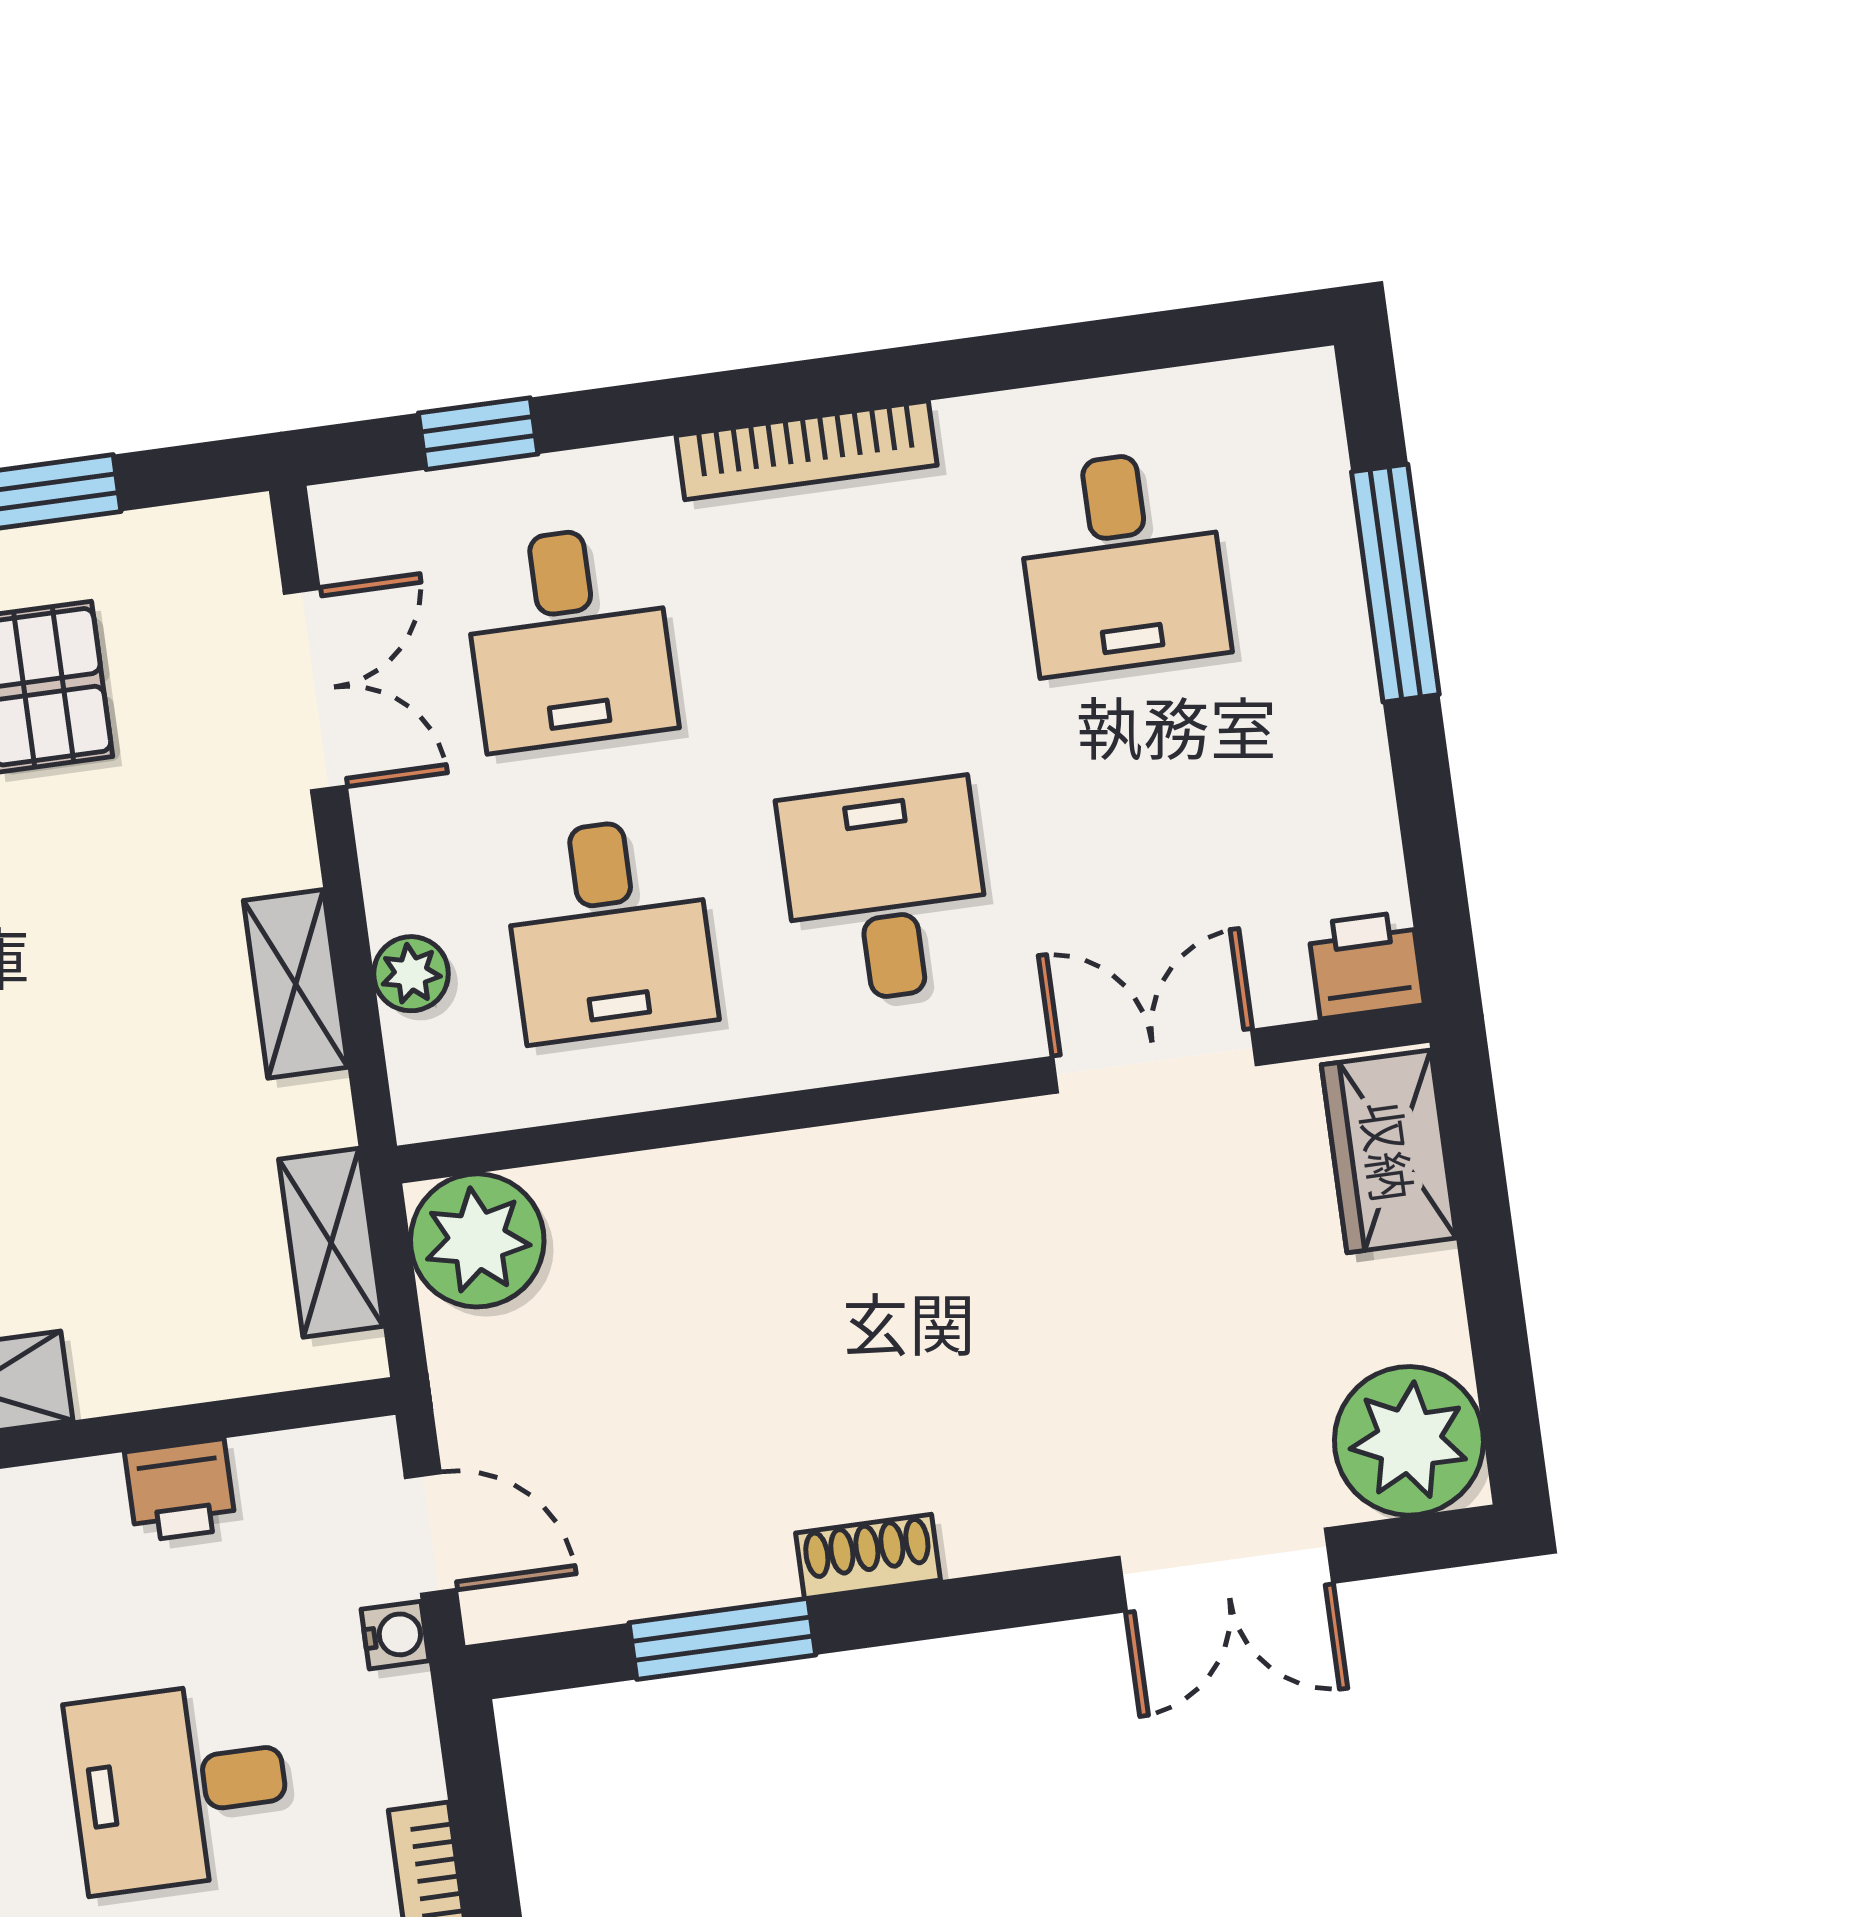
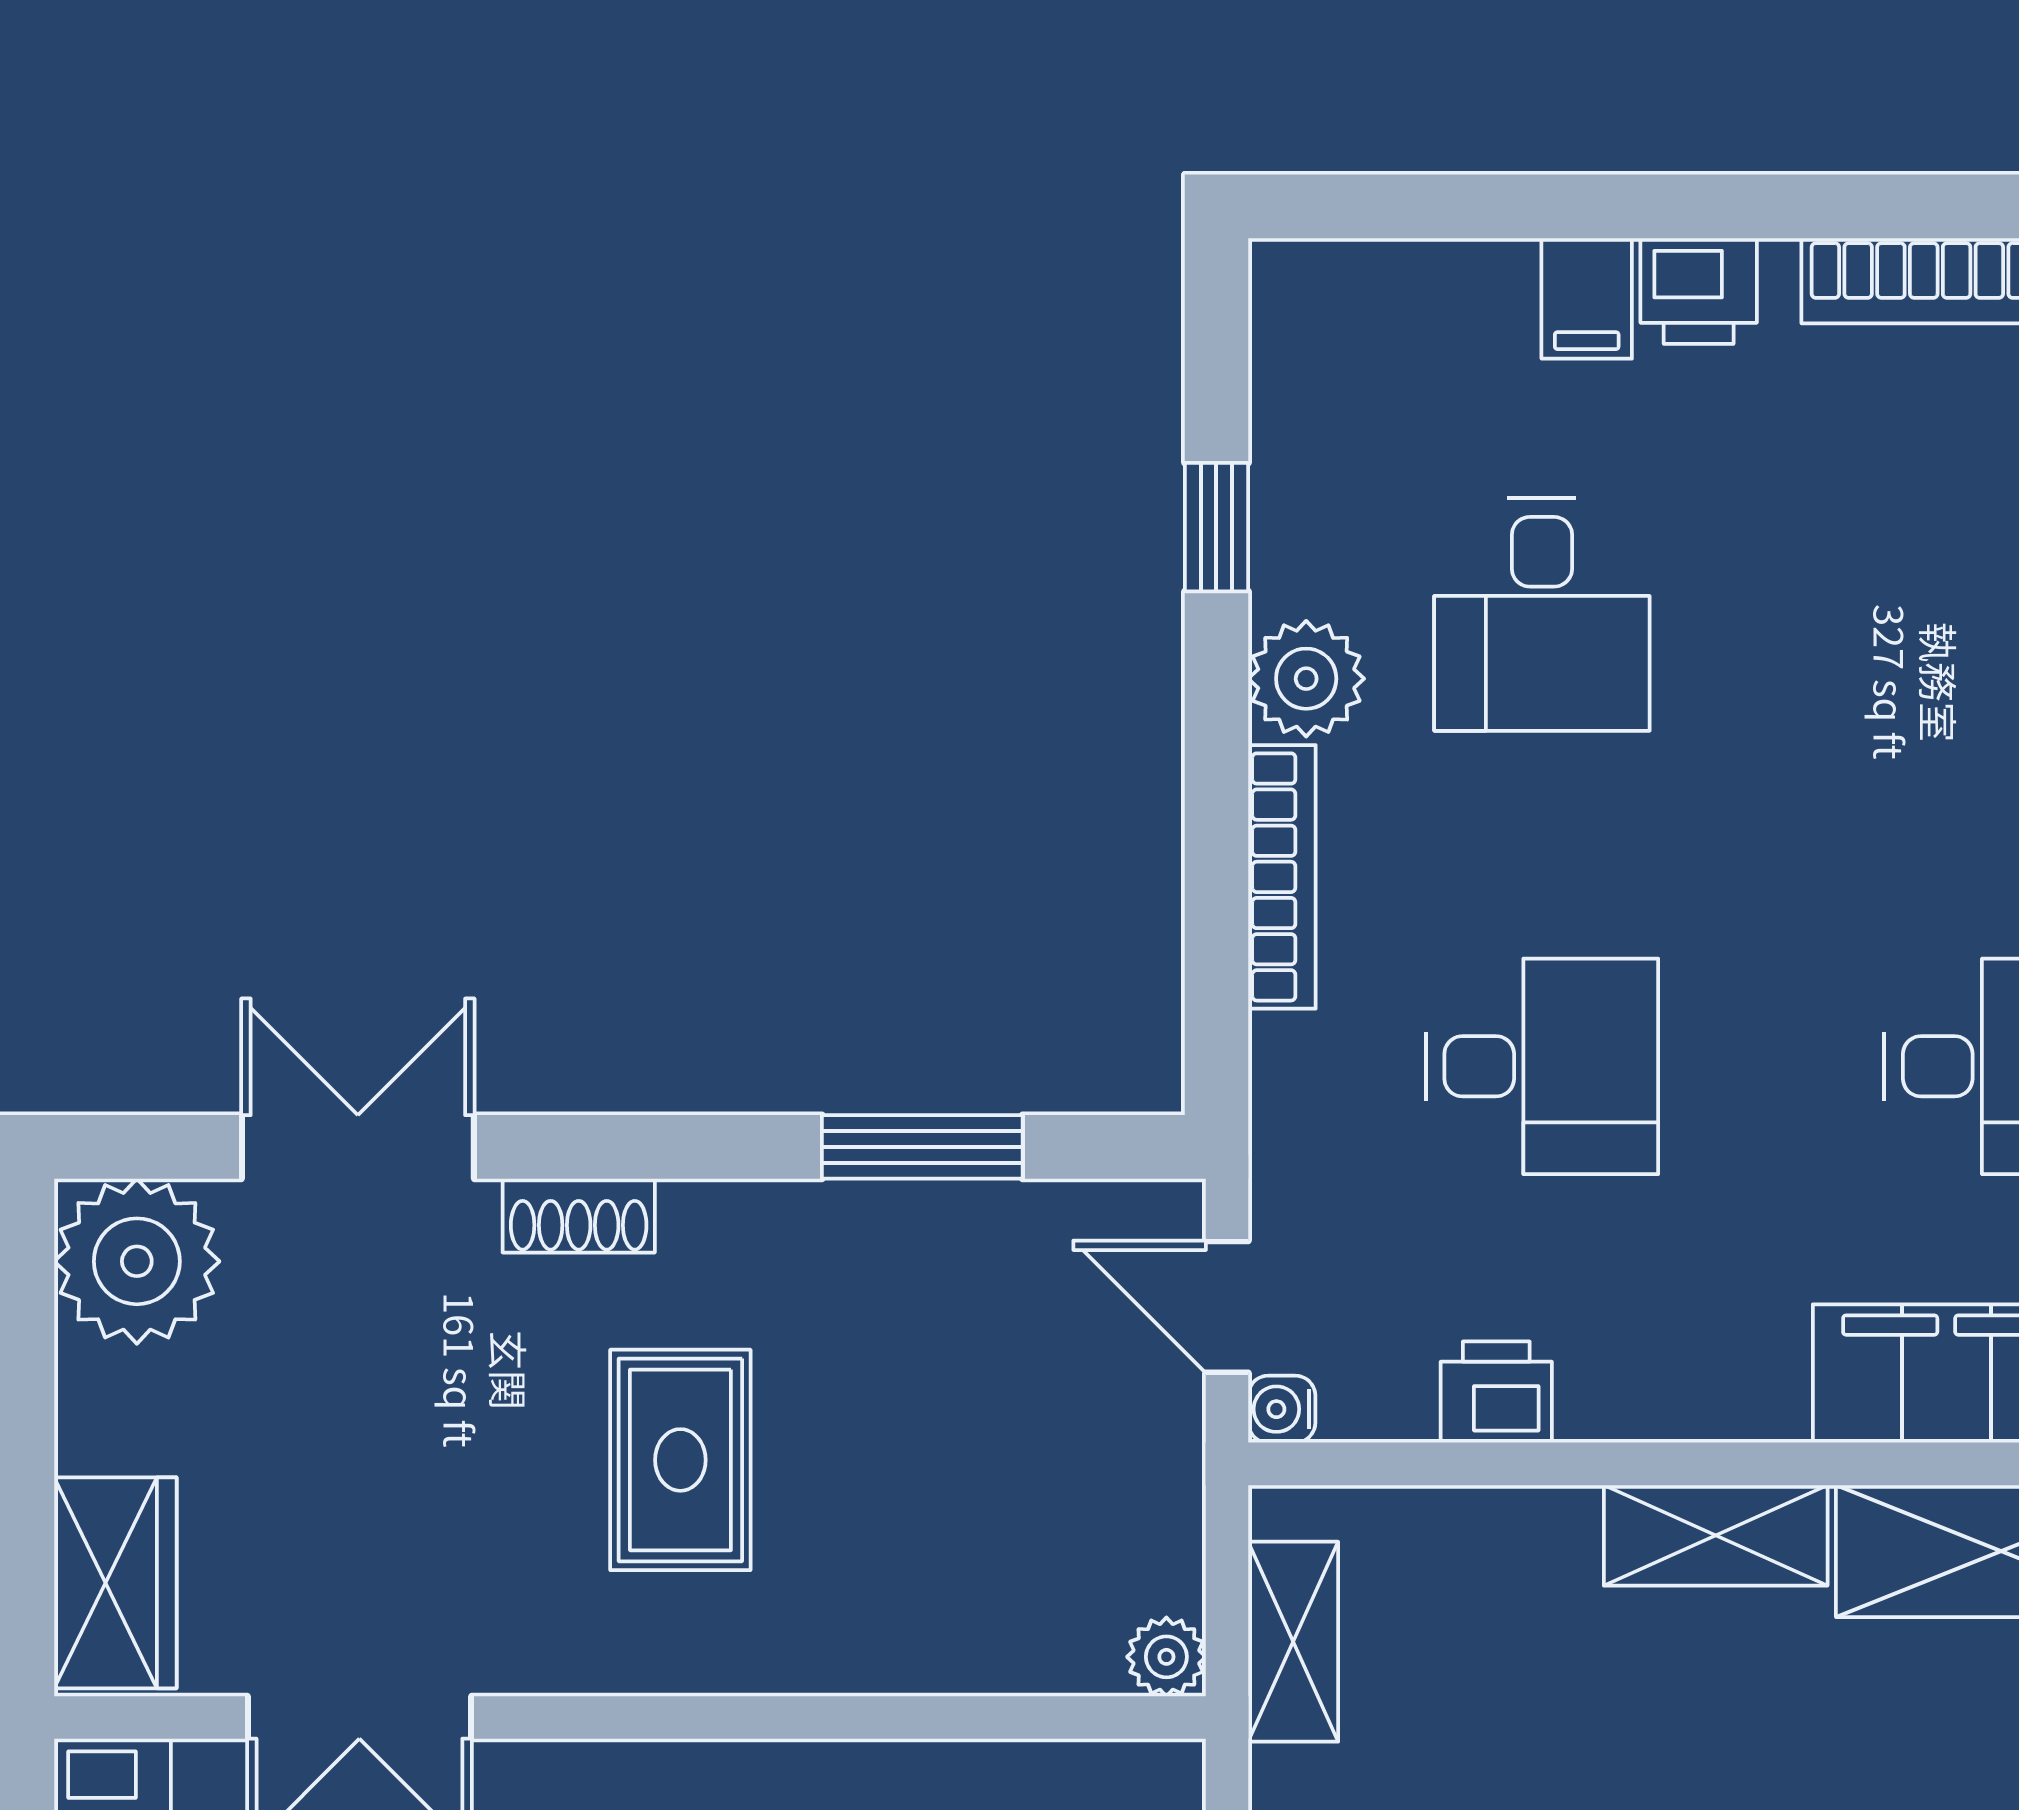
plant: (477, 1240) -> (1166, 1657), width x0.53, depth x0.53
rug: (900, 1330) -> (680, 1460), added
shoe rack: (868, 1556) -> (579, 1216), moved
water cooler: (395, 1635) -> (1282, 1409), moved

